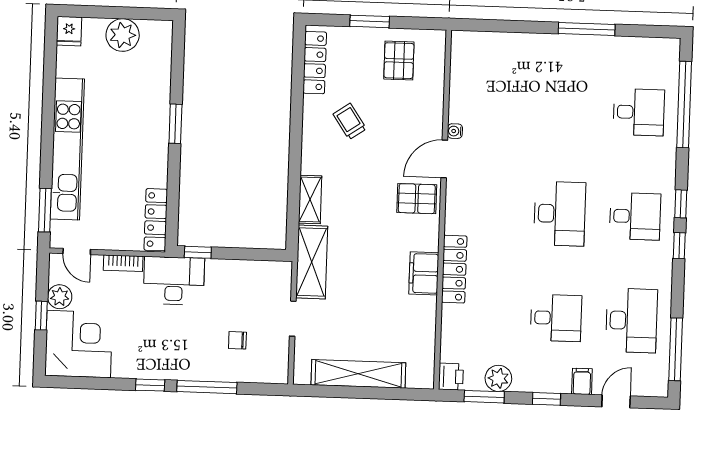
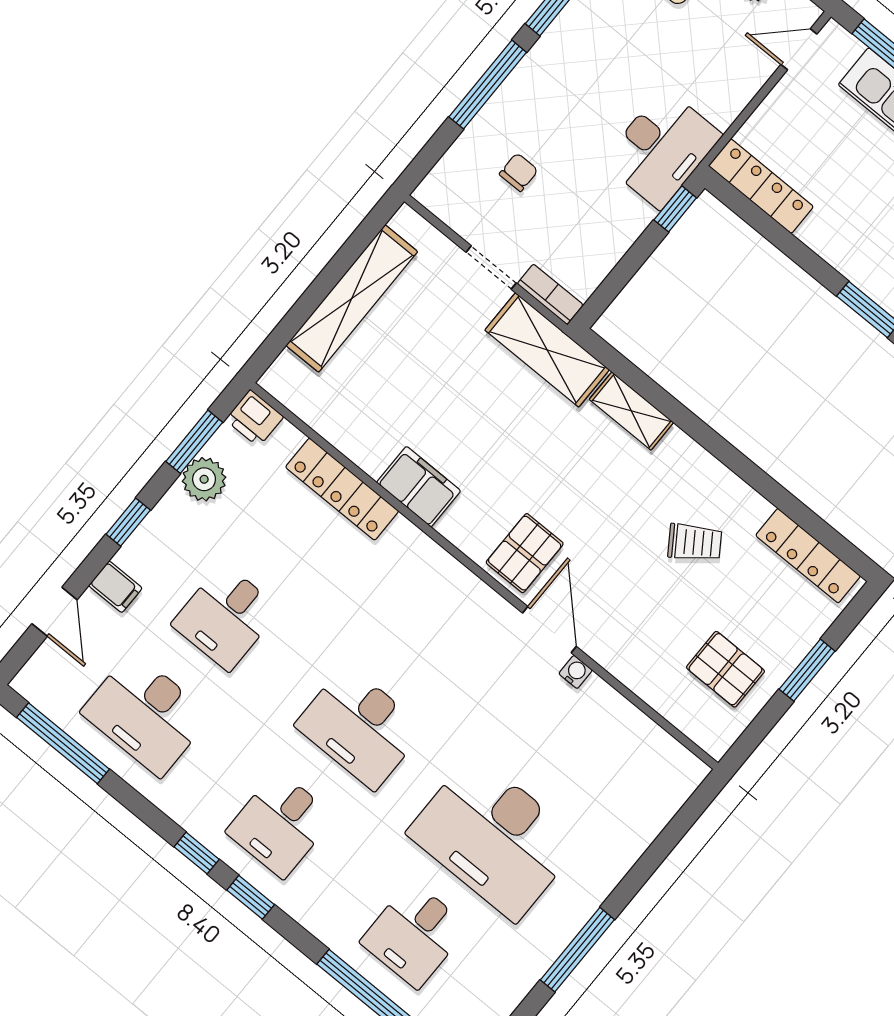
desk: (563, 110) -> (494, 837), added
bookcase: (123, 263) -> (550, 294), moved, turned 90
locker: (454, 269) -> (342, 489), moved

